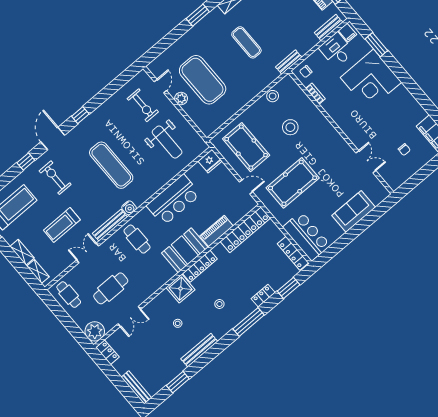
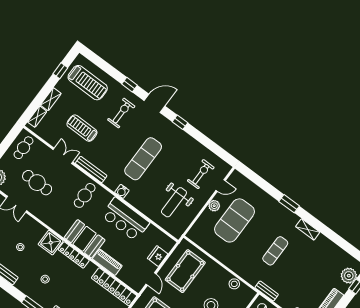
exercise bike: (143, 105) -> (201, 174), turned 180
fridge: (210, 161) -> (158, 256), moved, turned 90
water cooler: (129, 208) -> (122, 191), moved

